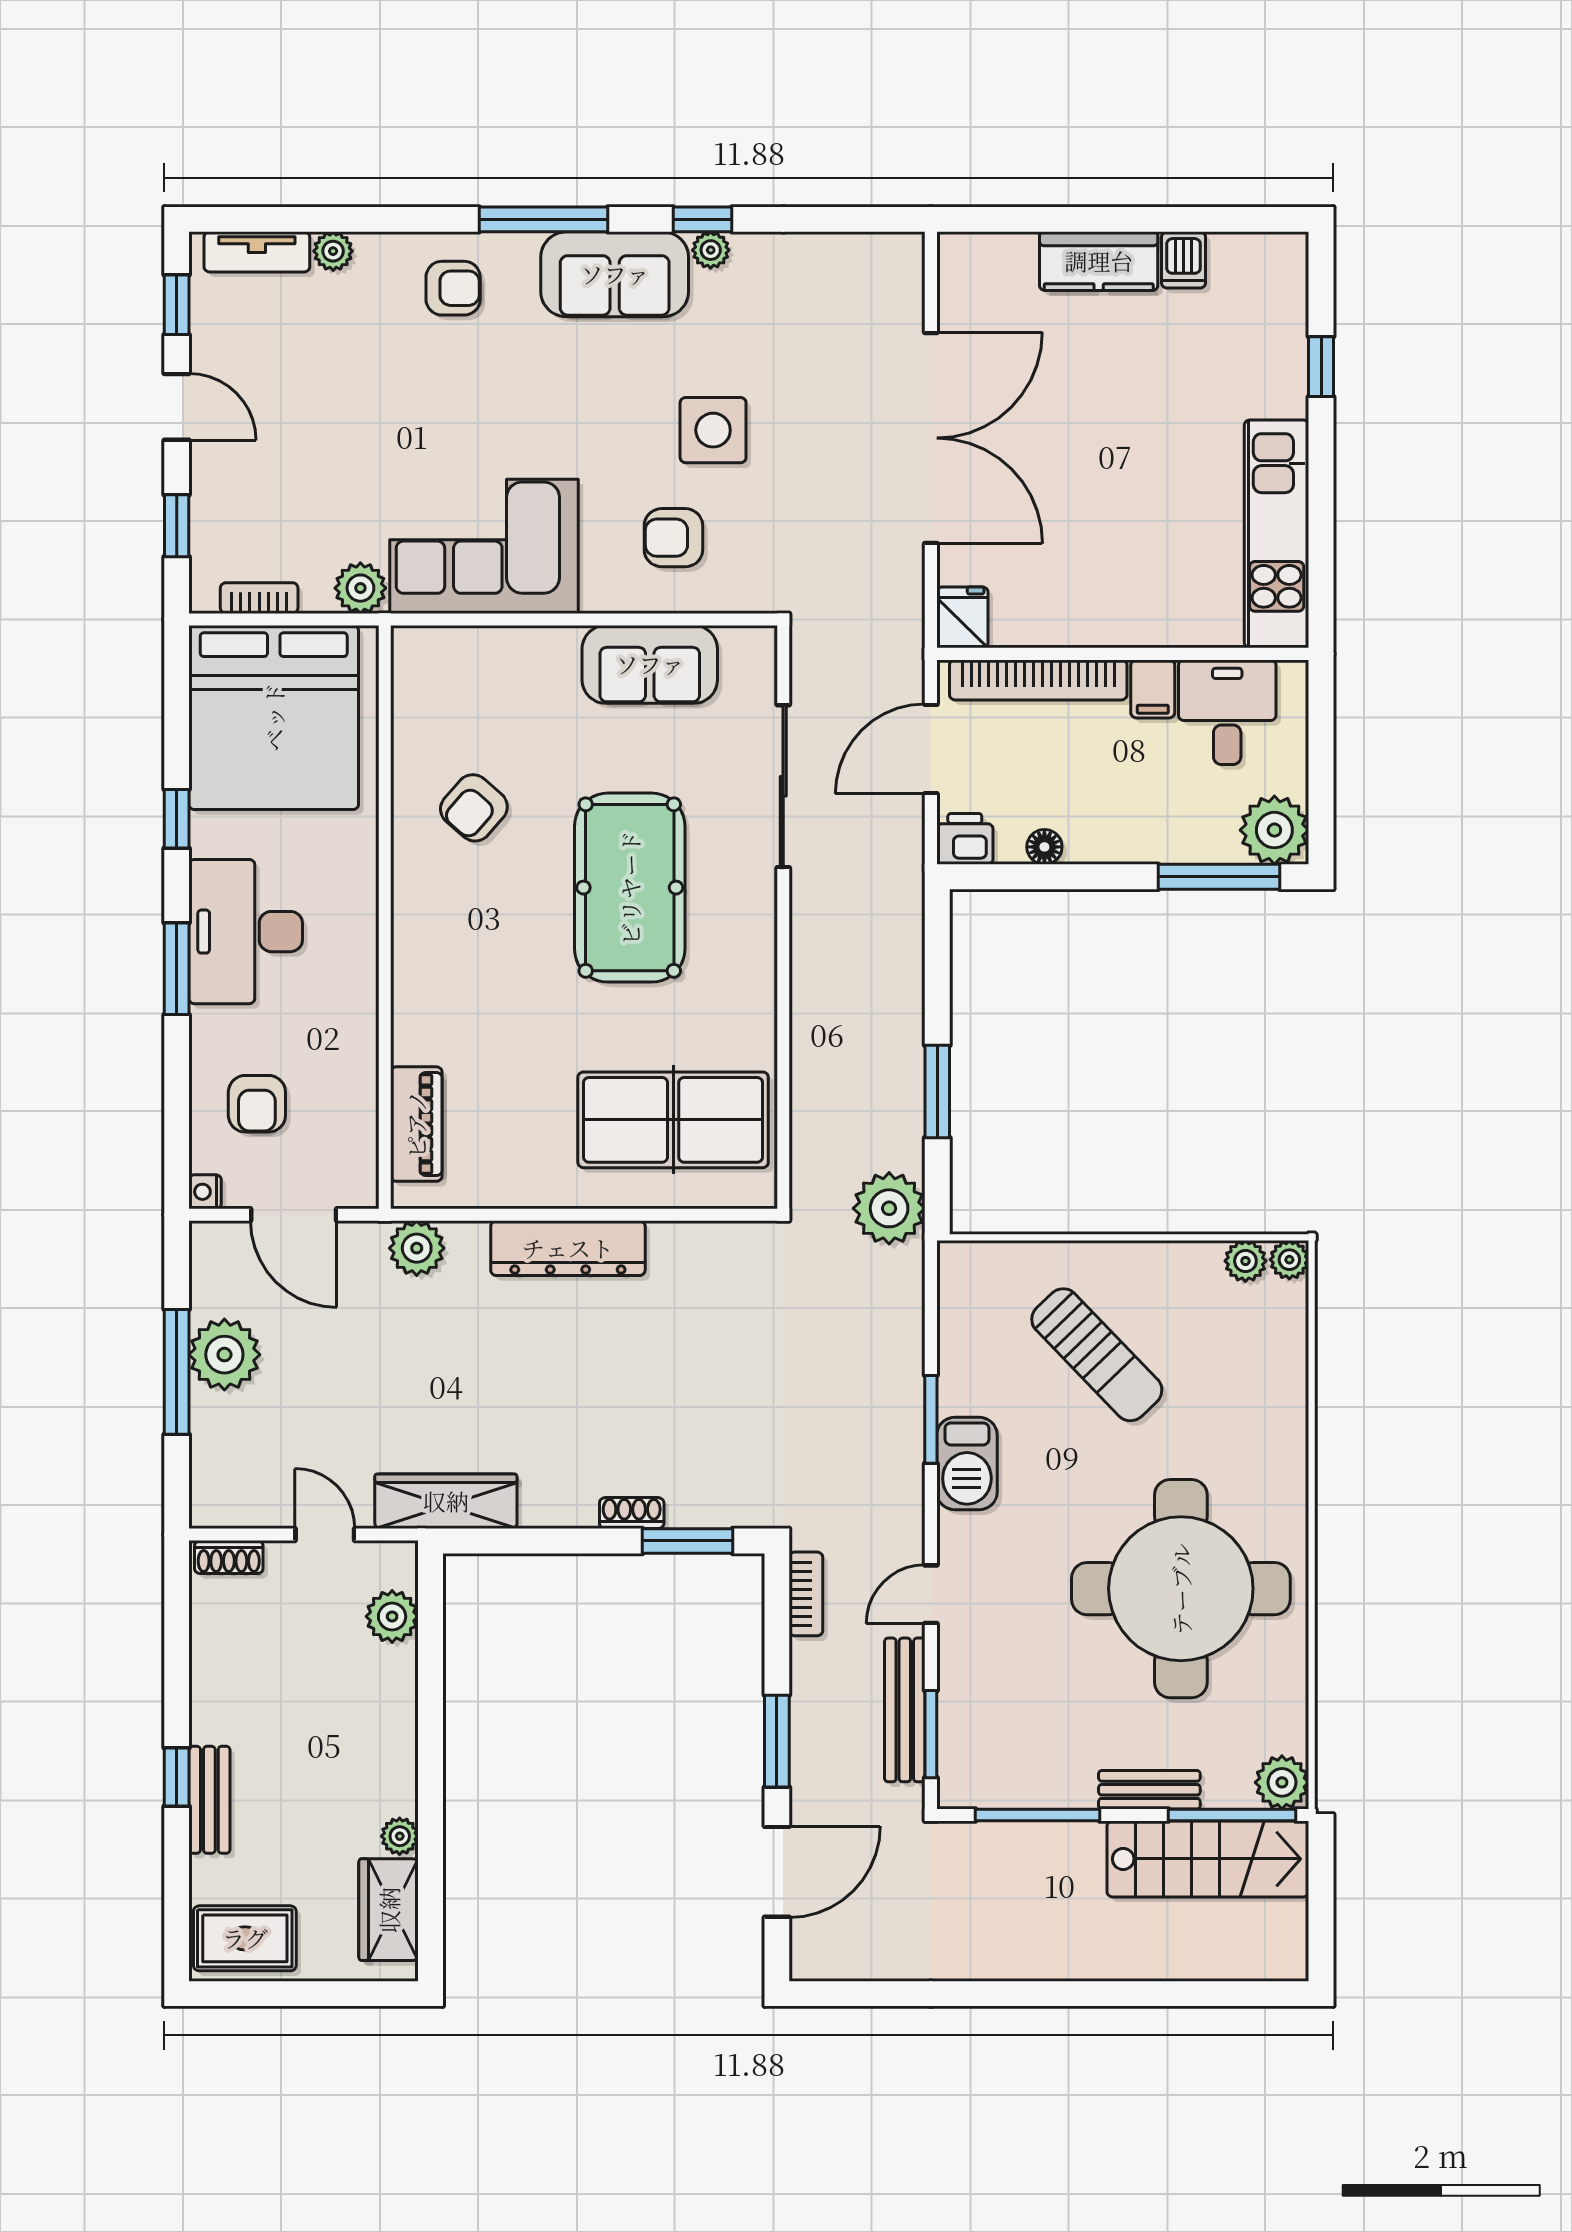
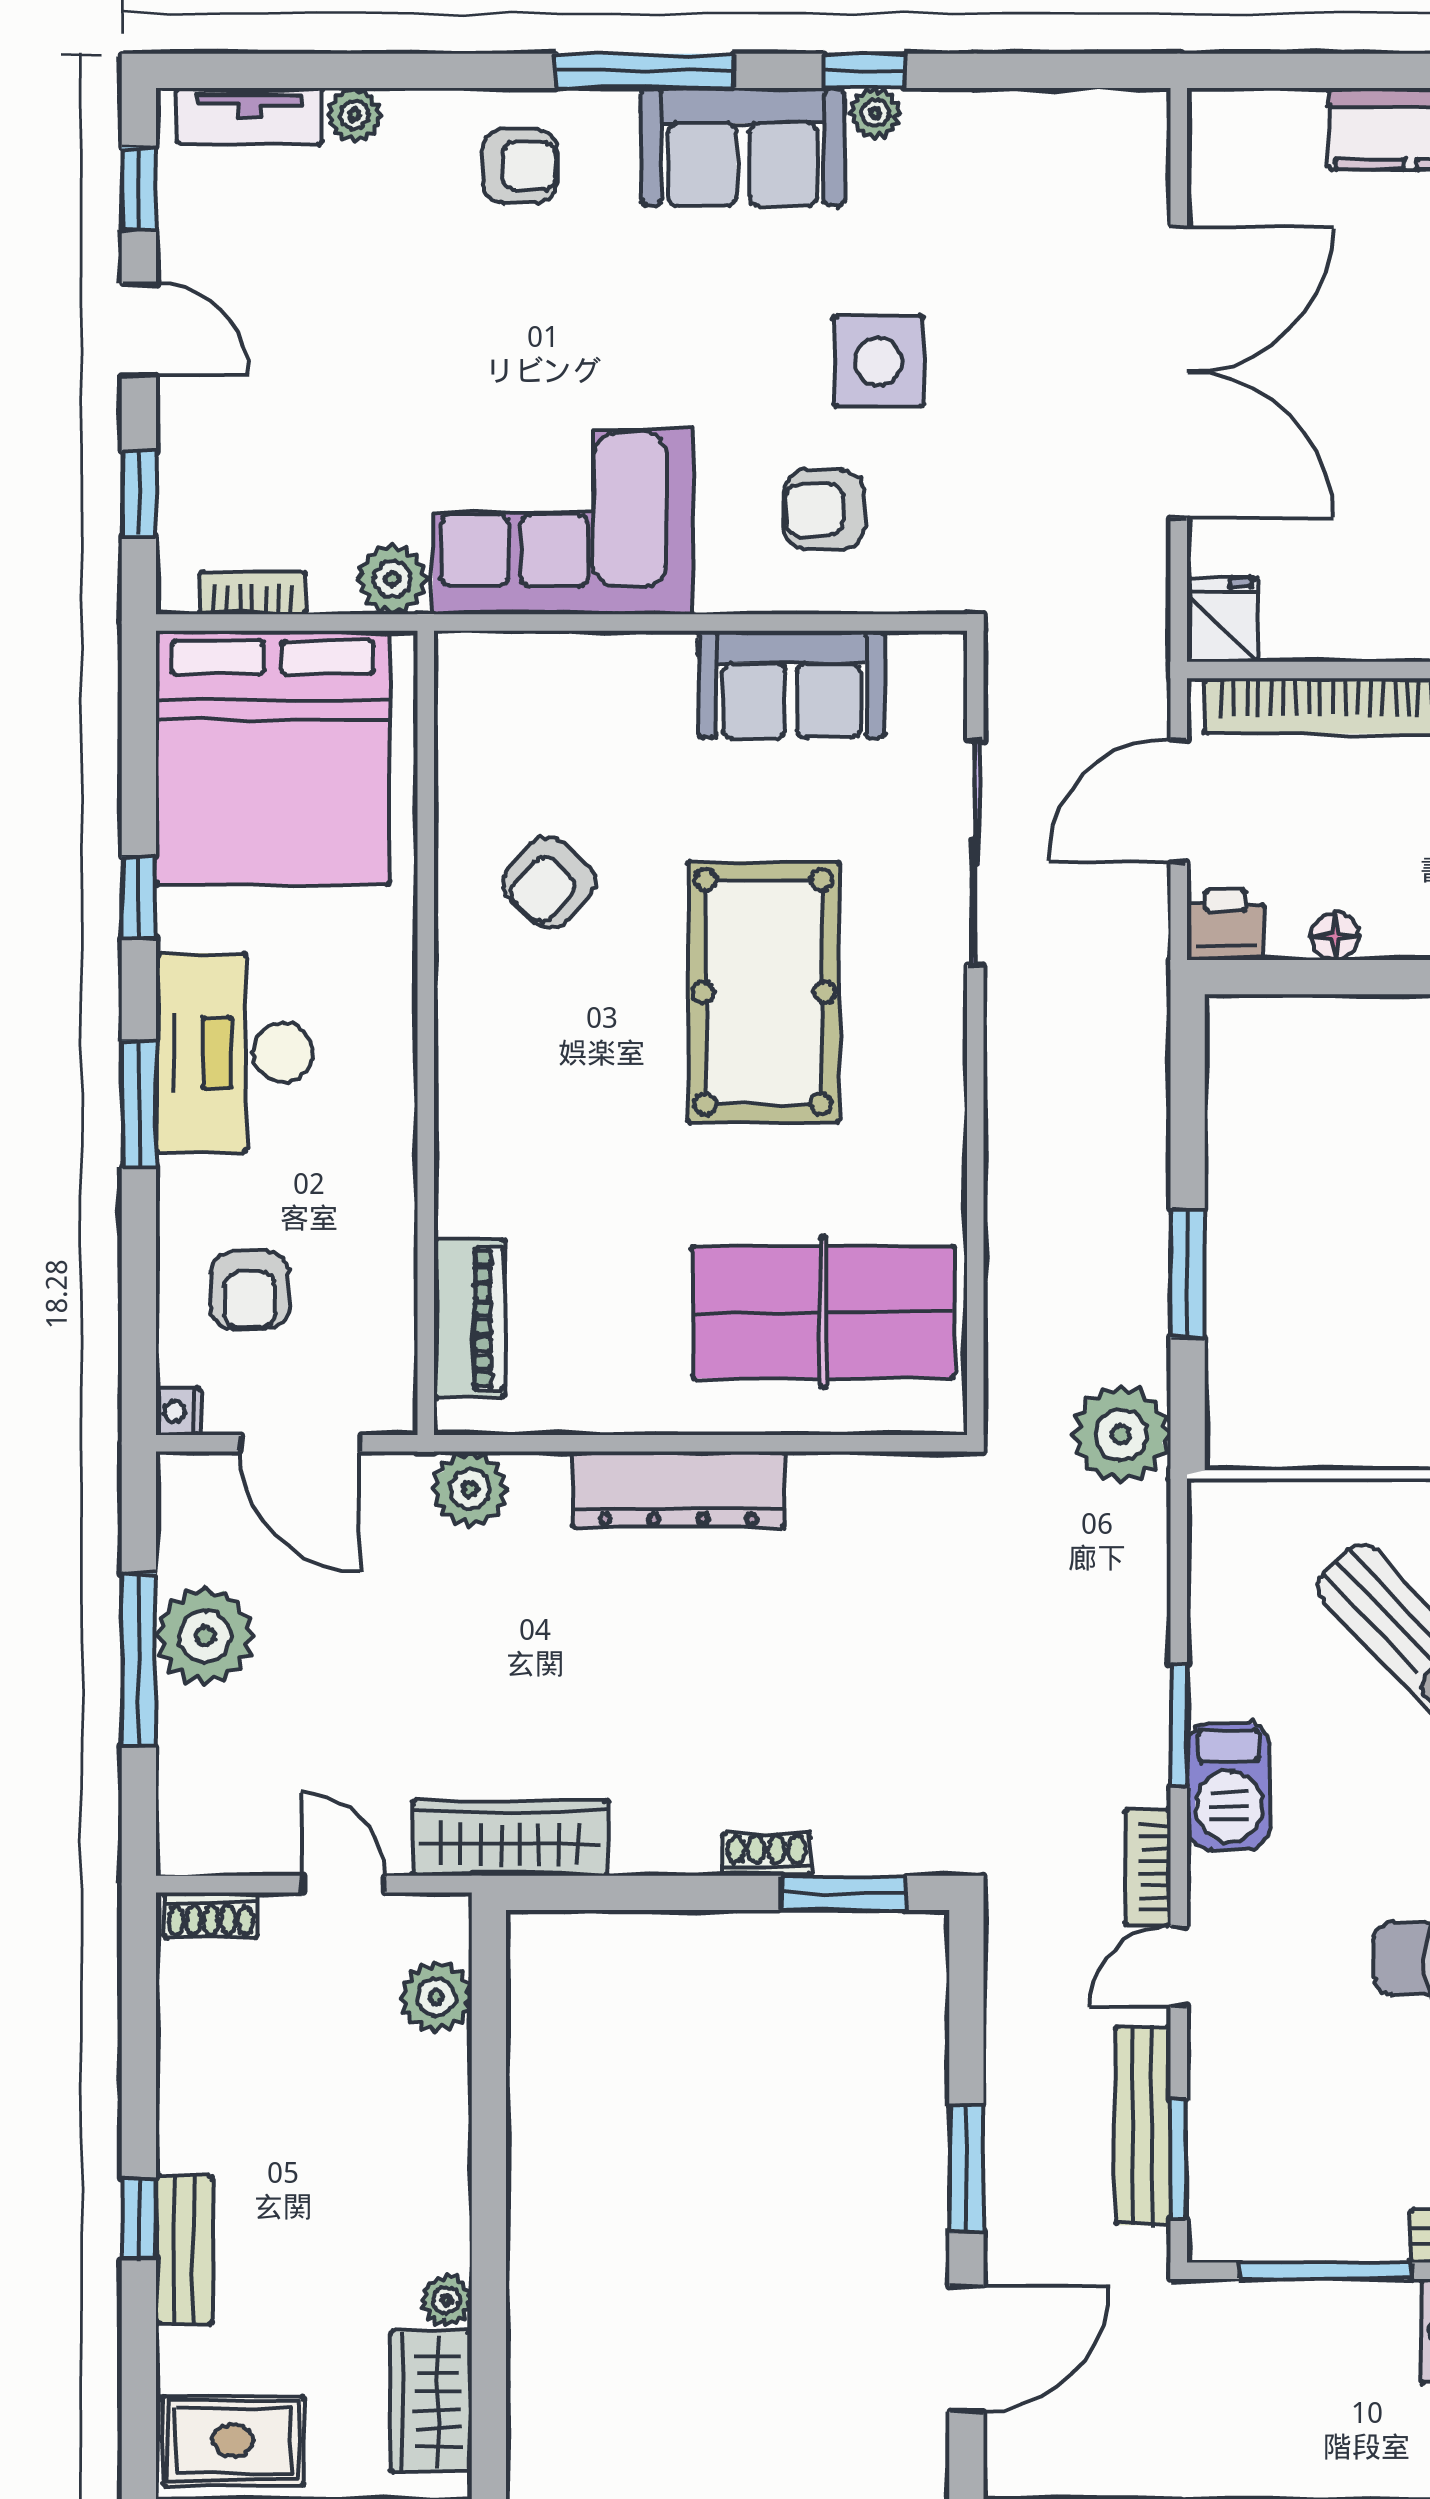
bookcase: (806, 1594) -> (1147, 1867), moved, turned 180

